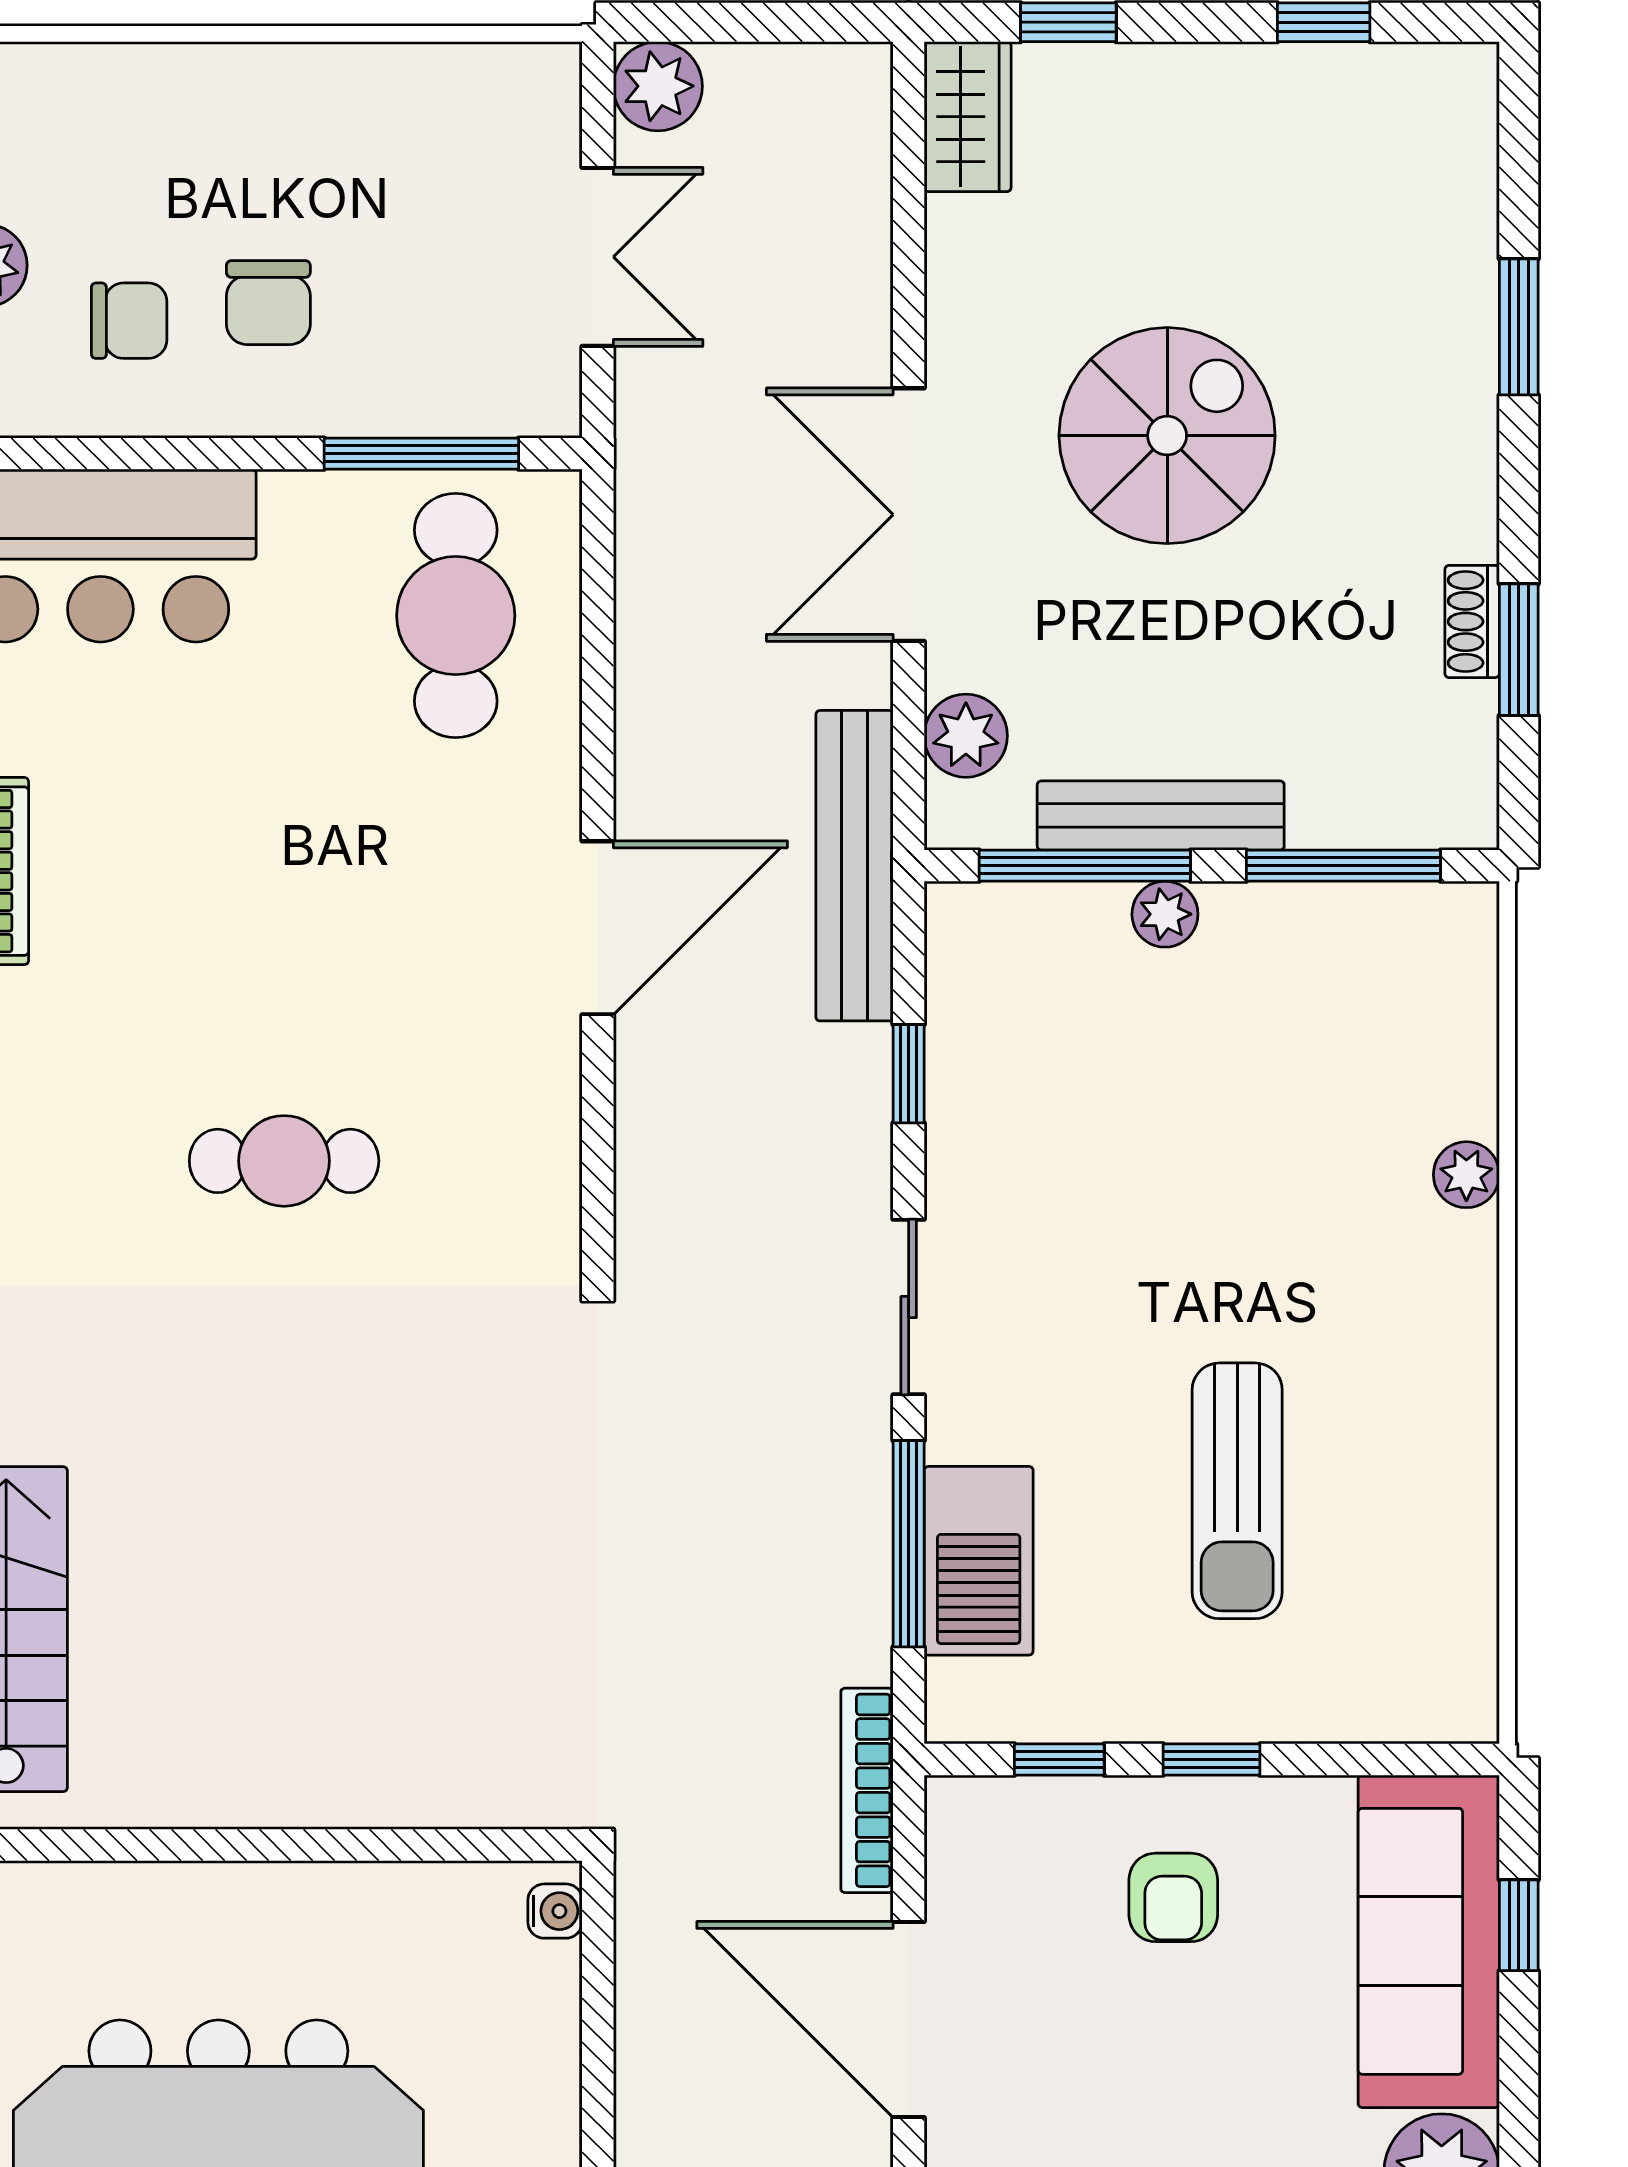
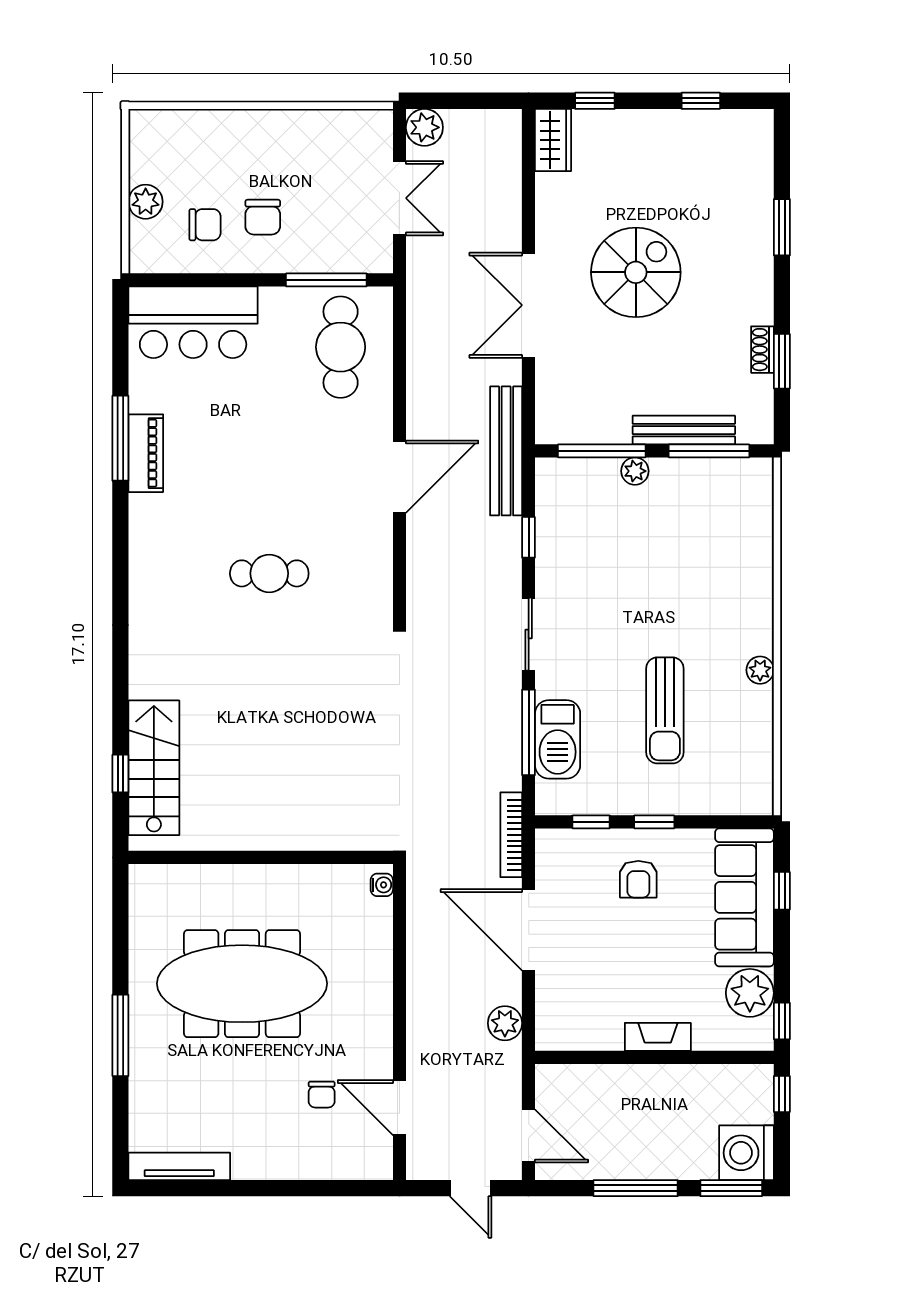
plant: (966, 736) -> (552, 397), removed
bench: (1161, 815) -> (684, 430), moved
plant: (1466, 1175) -> (760, 670), moved

